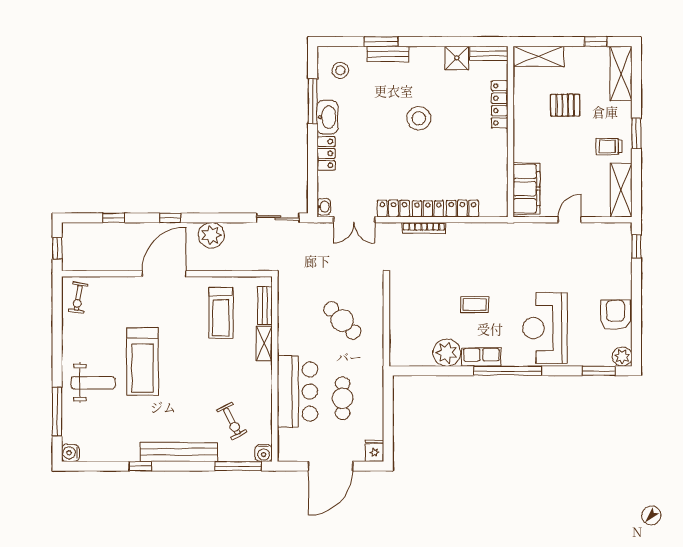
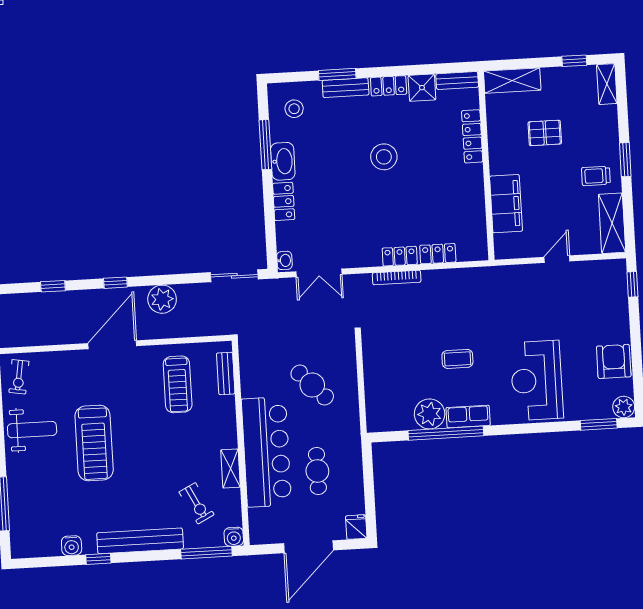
shelving: (621, 73) -> (607, 84), width x0.67, depth x0.75
filing cabinet: (527, 189) -> (506, 204), moved
locker: (393, 209) -> (389, 86), moved, turned 180
shelving: (264, 343) -> (230, 468), moved
window: (508, 371) -> (446, 433), moved
weight bench: (93, 383) -> (32, 430), moved
bar counter: (298, 392) -> (266, 452), width x1.36
water cooler: (70, 453) -> (72, 546), moved, turned -90

